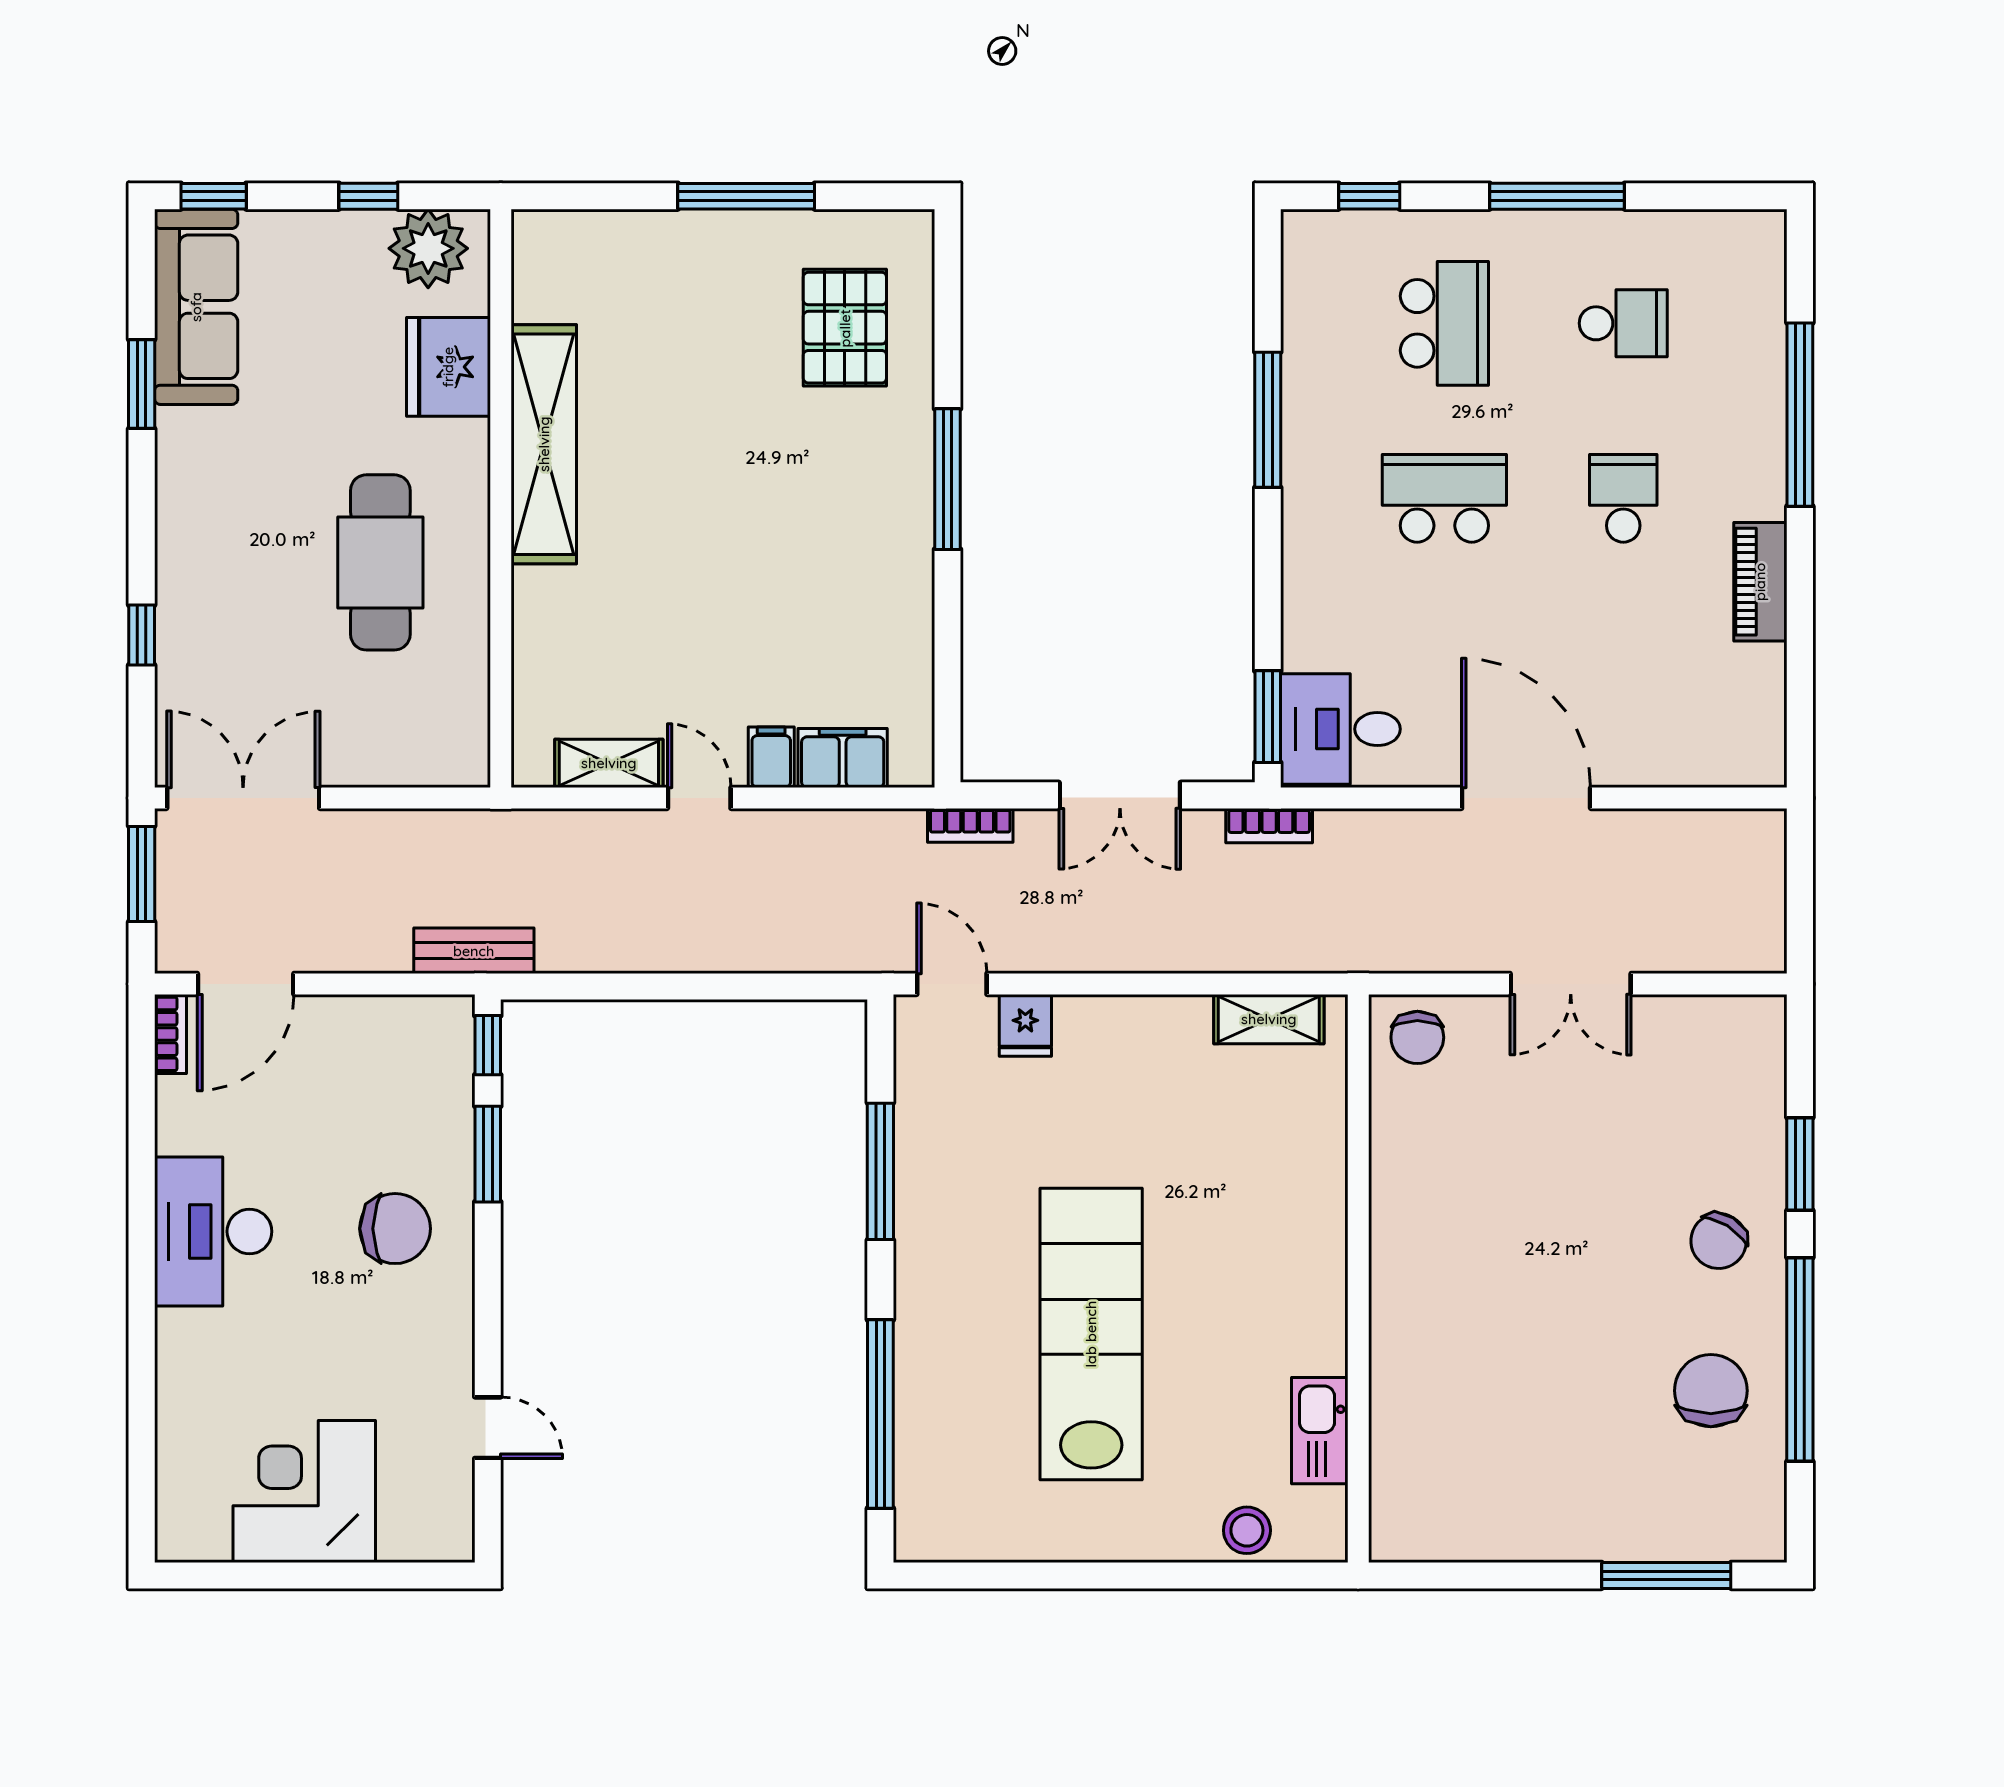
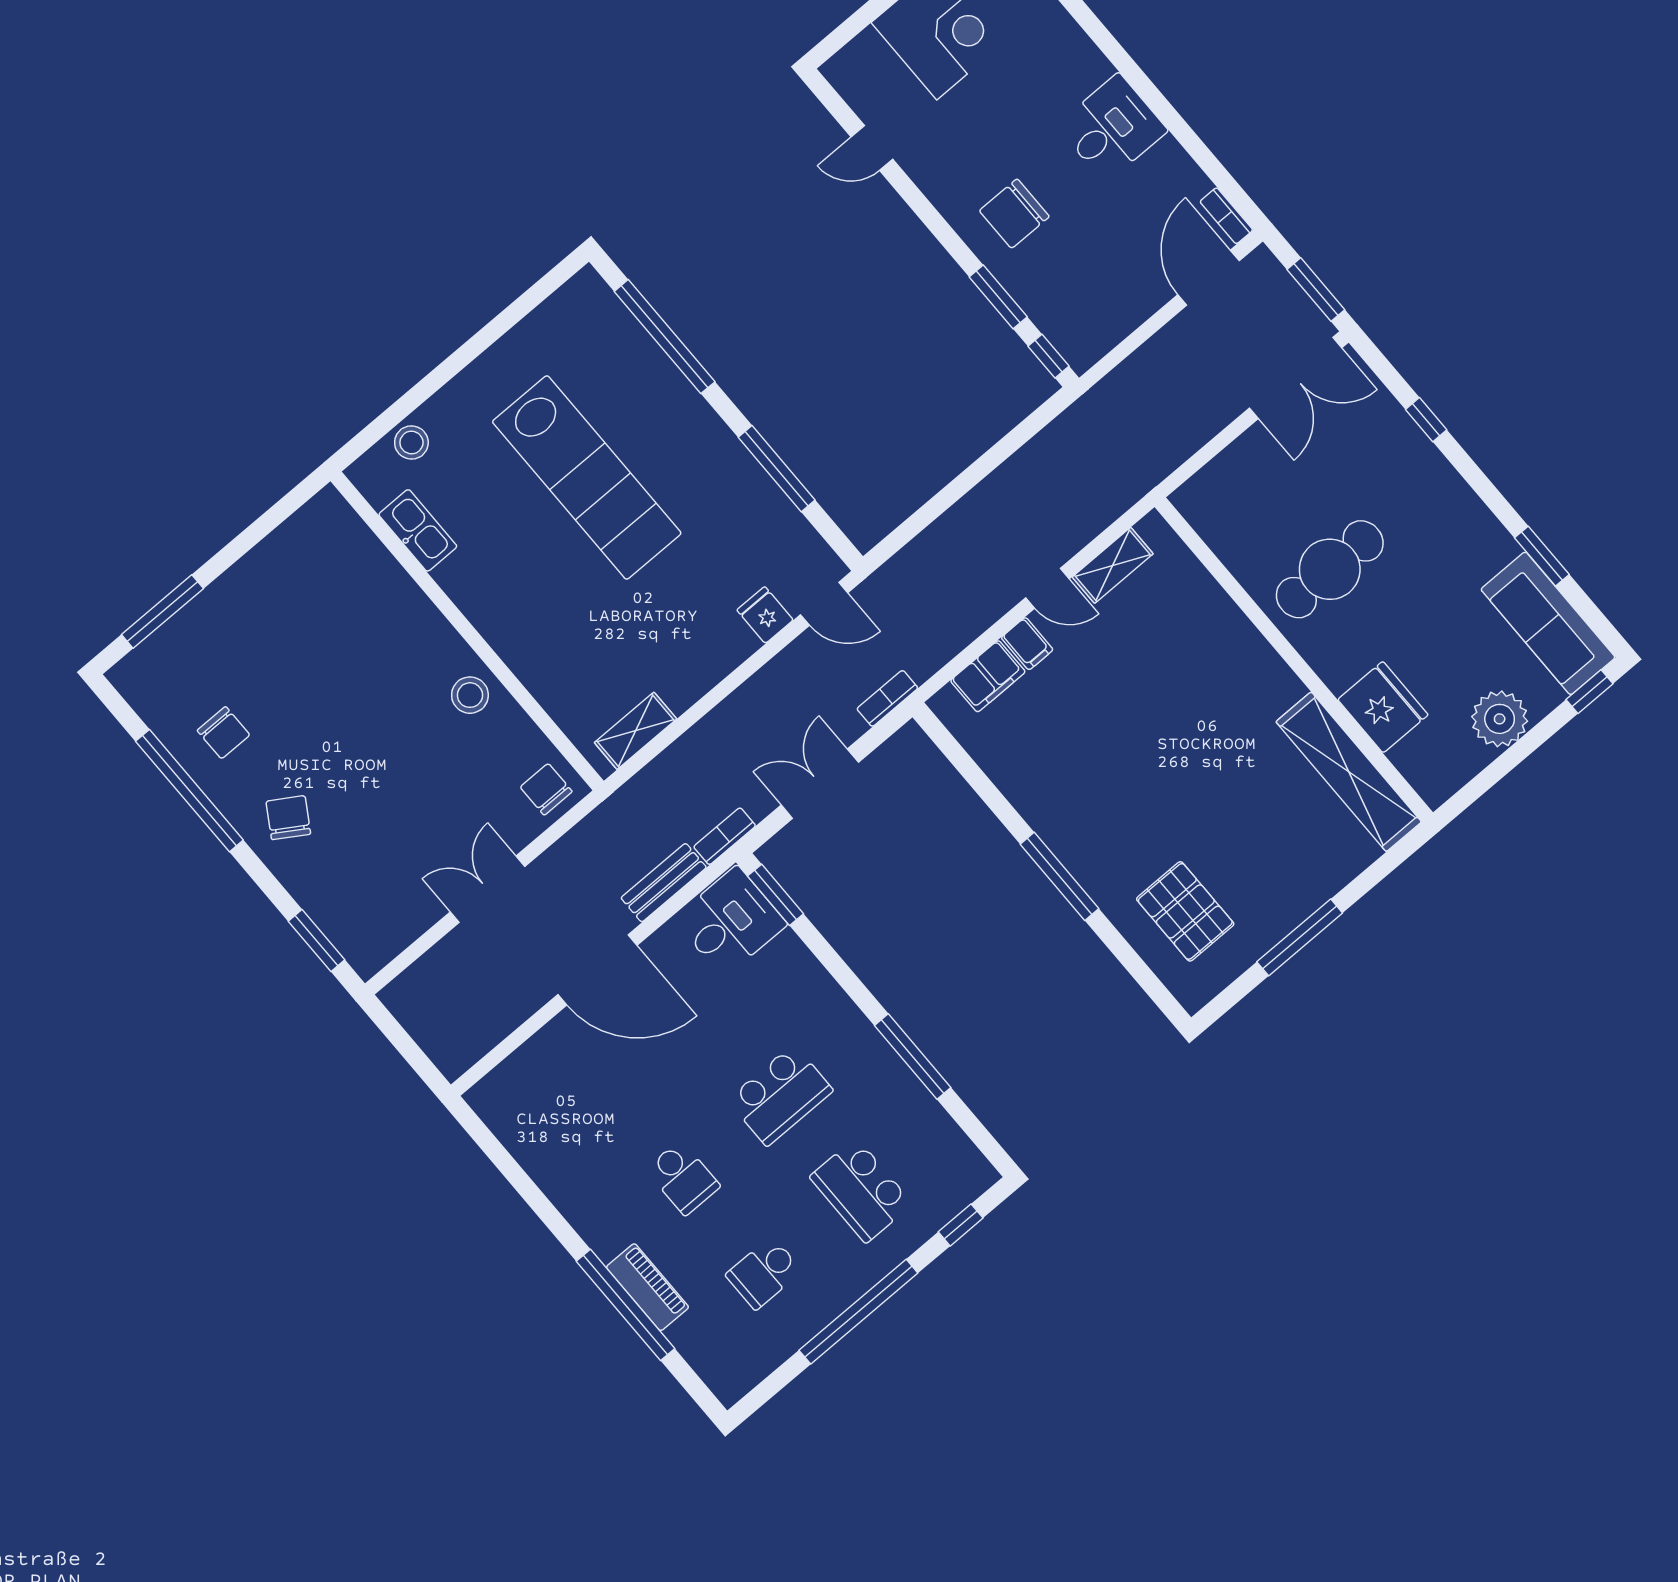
window: (368, 196) -> (1505, 763), removed
window: (1557, 196) -> (858, 1312), width x1.46
plant: (428, 248) -> (1500, 719), moved
shelving: (544, 444) -> (1349, 772), moved
cafe table: (380, 562) -> (1330, 569), turned 90
piano: (1760, 582) -> (647, 1287), moved
bench: (474, 951) -> (664, 883), moved
window: (1800, 1164) -> (317, 941), moved
stool: (1413, 1207) -> (470, 695), added
desk: (213, 1231) -> (1112, 128), width x0.73
chair: (1711, 1391) -> (223, 733), width x0.73, depth x0.73

